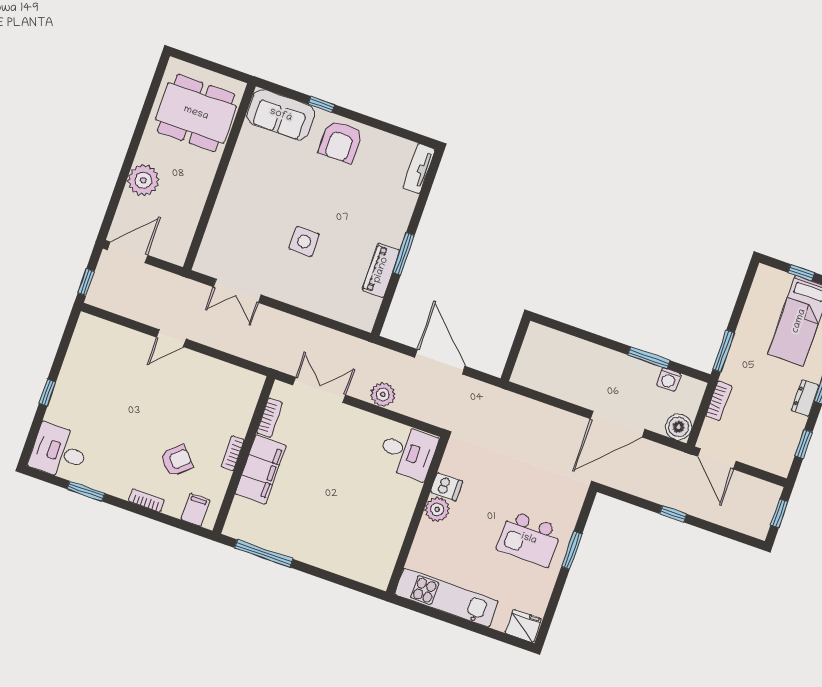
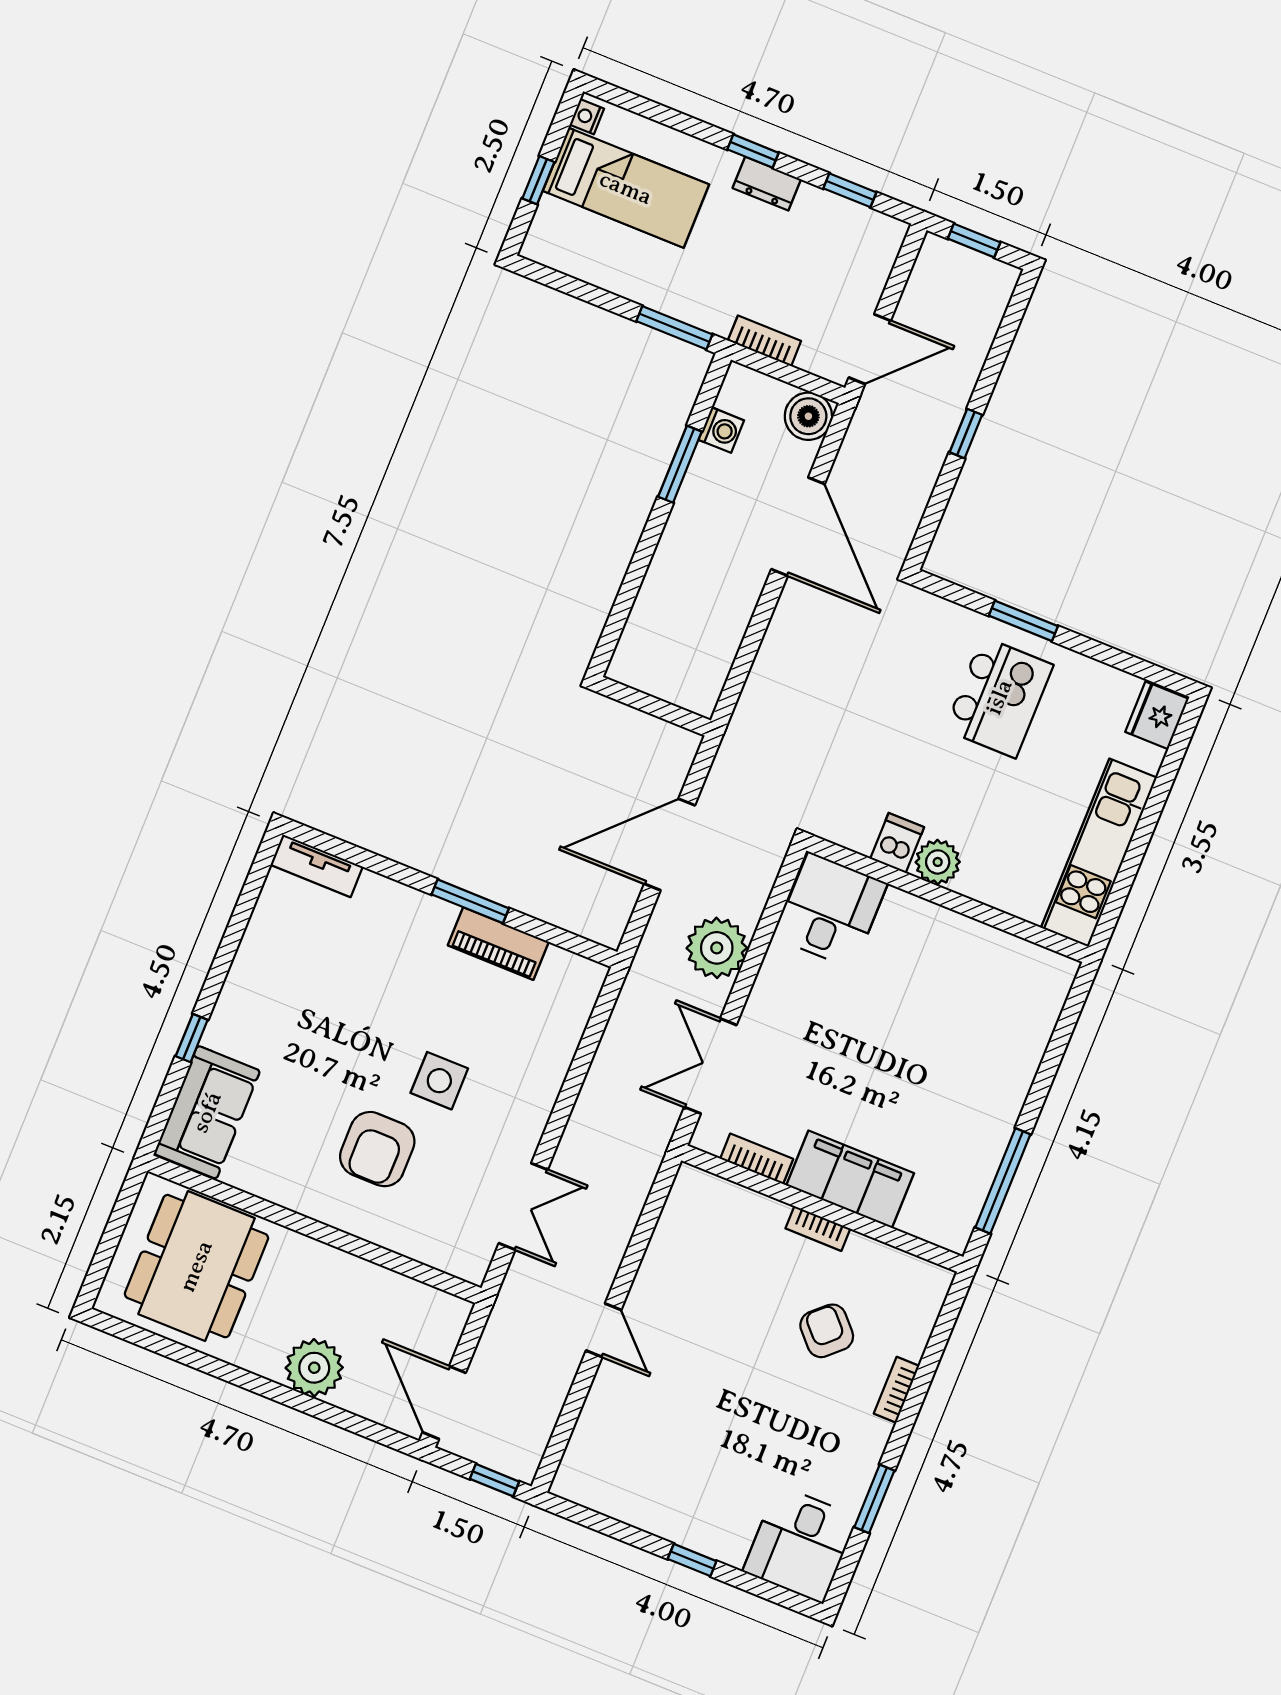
armchair: (341, 142) -> (377, 1149), moved, turned 90
plant: (383, 395) -> (717, 948), width x1.36, depth x1.36
filing cabinet: (195, 510) -> (918, 1301), removed

